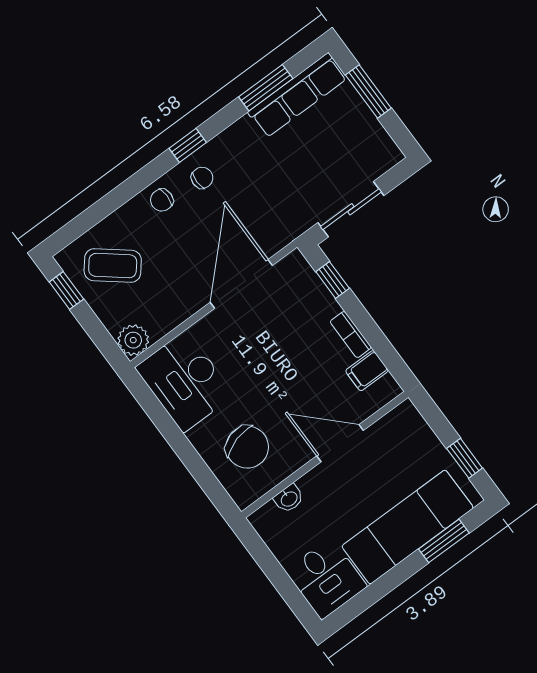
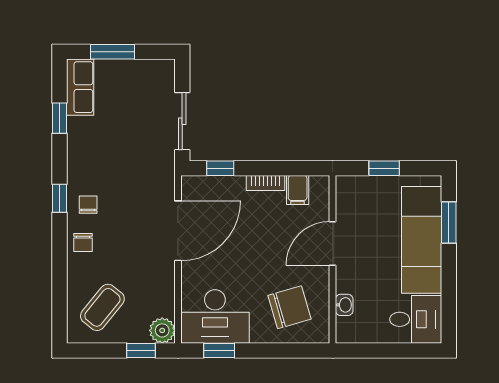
window: (266, 88) -> (59, 118), width x0.67
row of seats: (297, 95) -> (80, 87), width x0.68
door: (241, 284) -> (178, 231), swing flipped
window: (66, 290) -> (141, 350), moved
window: (155, 410) -> (219, 350), added
window: (465, 458) -> (384, 168), moved

